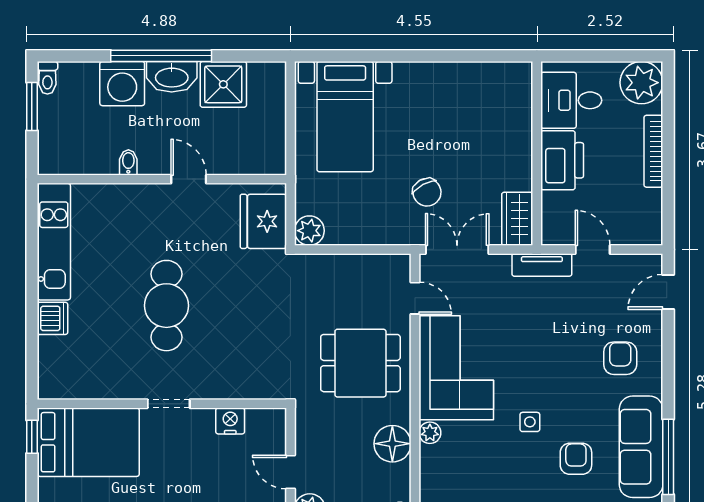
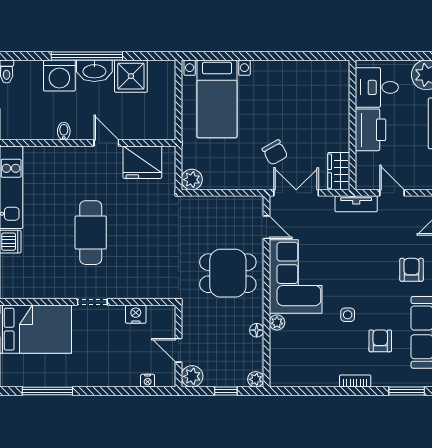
fridge: (263, 221) -> (142, 162), moved, turned -90
floor lamp: (392, 444) -> (257, 330), width x0.53, depth x0.53

